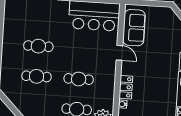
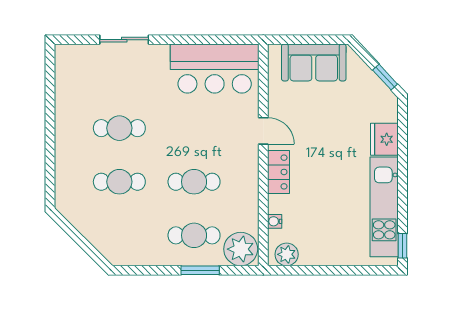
sofa: (134, 28) -> (314, 62), moved, turned 90
locker: (126, 87) -> (279, 172), moved

